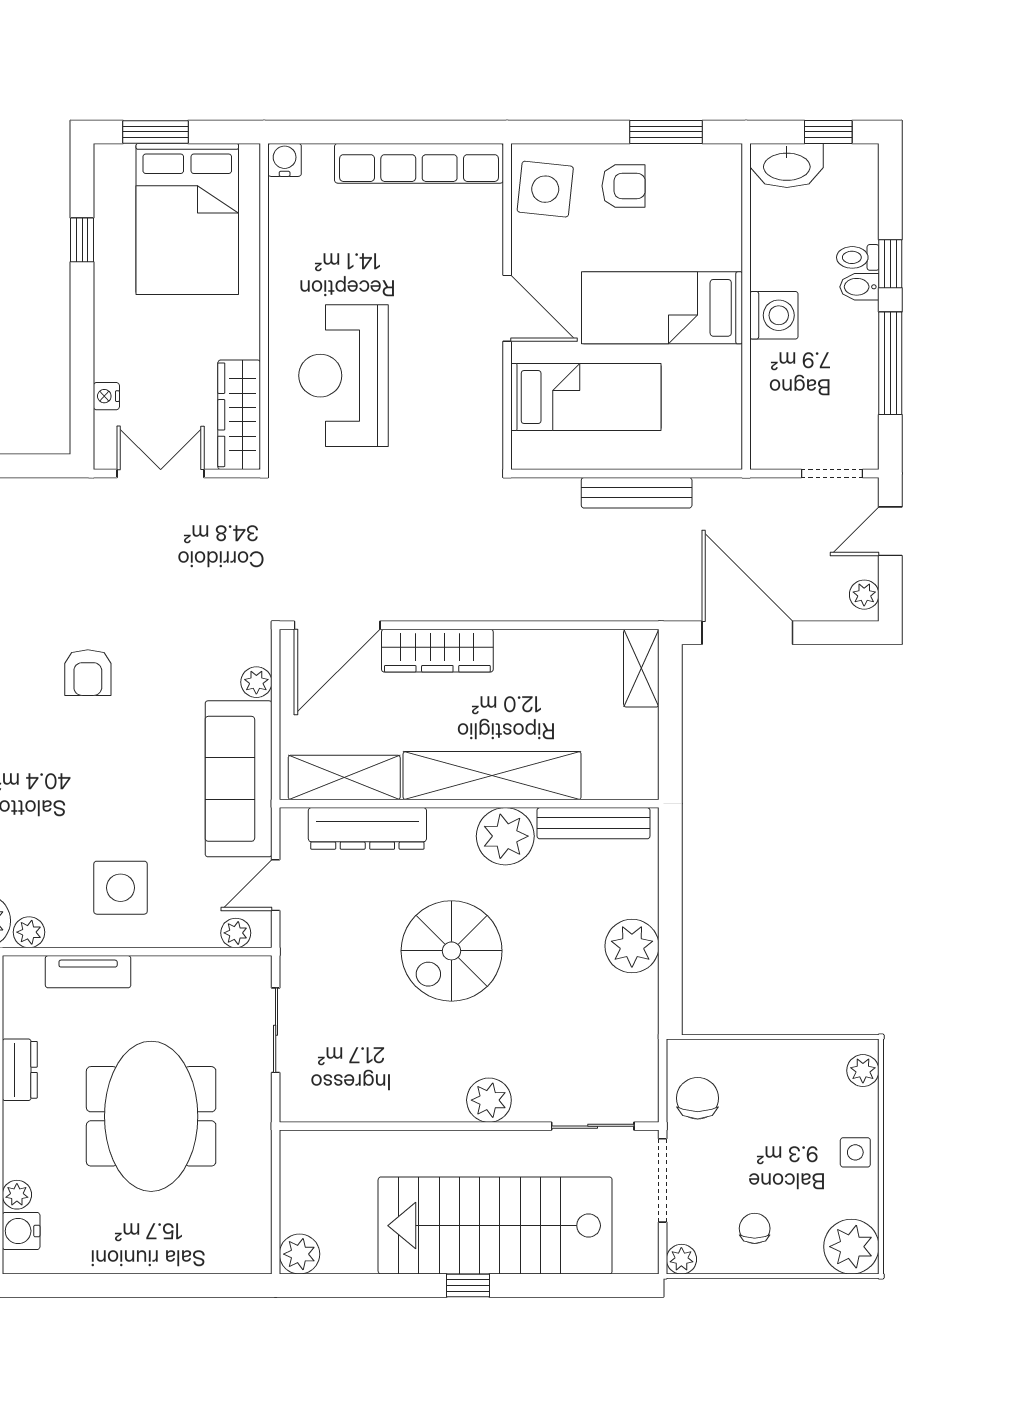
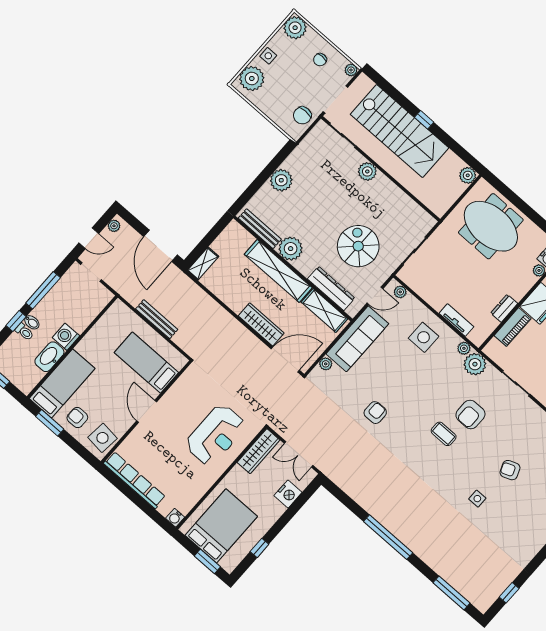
washbasin: (787, 165) -> (49, 357), moved, turned -90
bed: (662, 308) -> (62, 383), moved, turned -90
nightstand: (106, 396) -> (288, 494), width x1.89, depth x1.79
spiral stairs: (452, 951) -> (358, 246), moved, turned -90
plant: (863, 1071) -> (252, 79), width x1.87, depth x1.87
meeting table: (151, 1116) -> (491, 226), moved, turned 90

